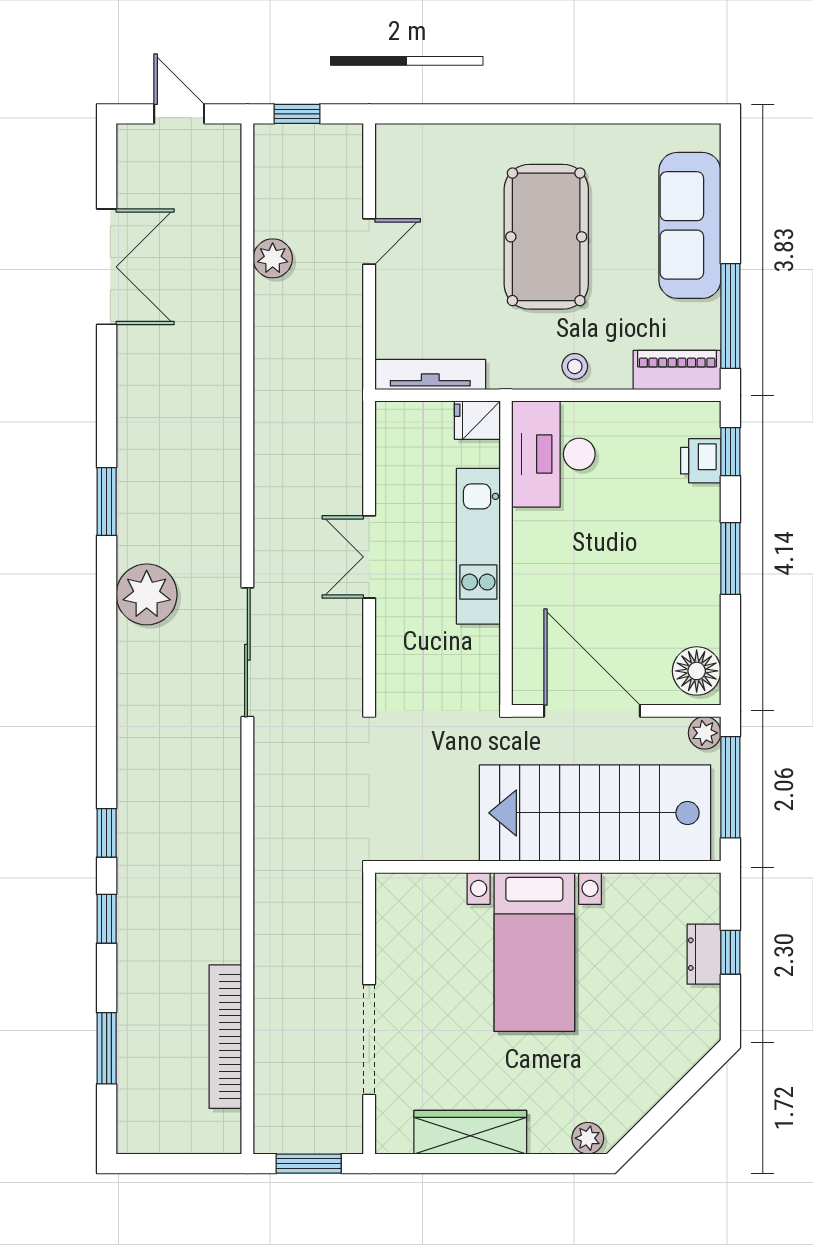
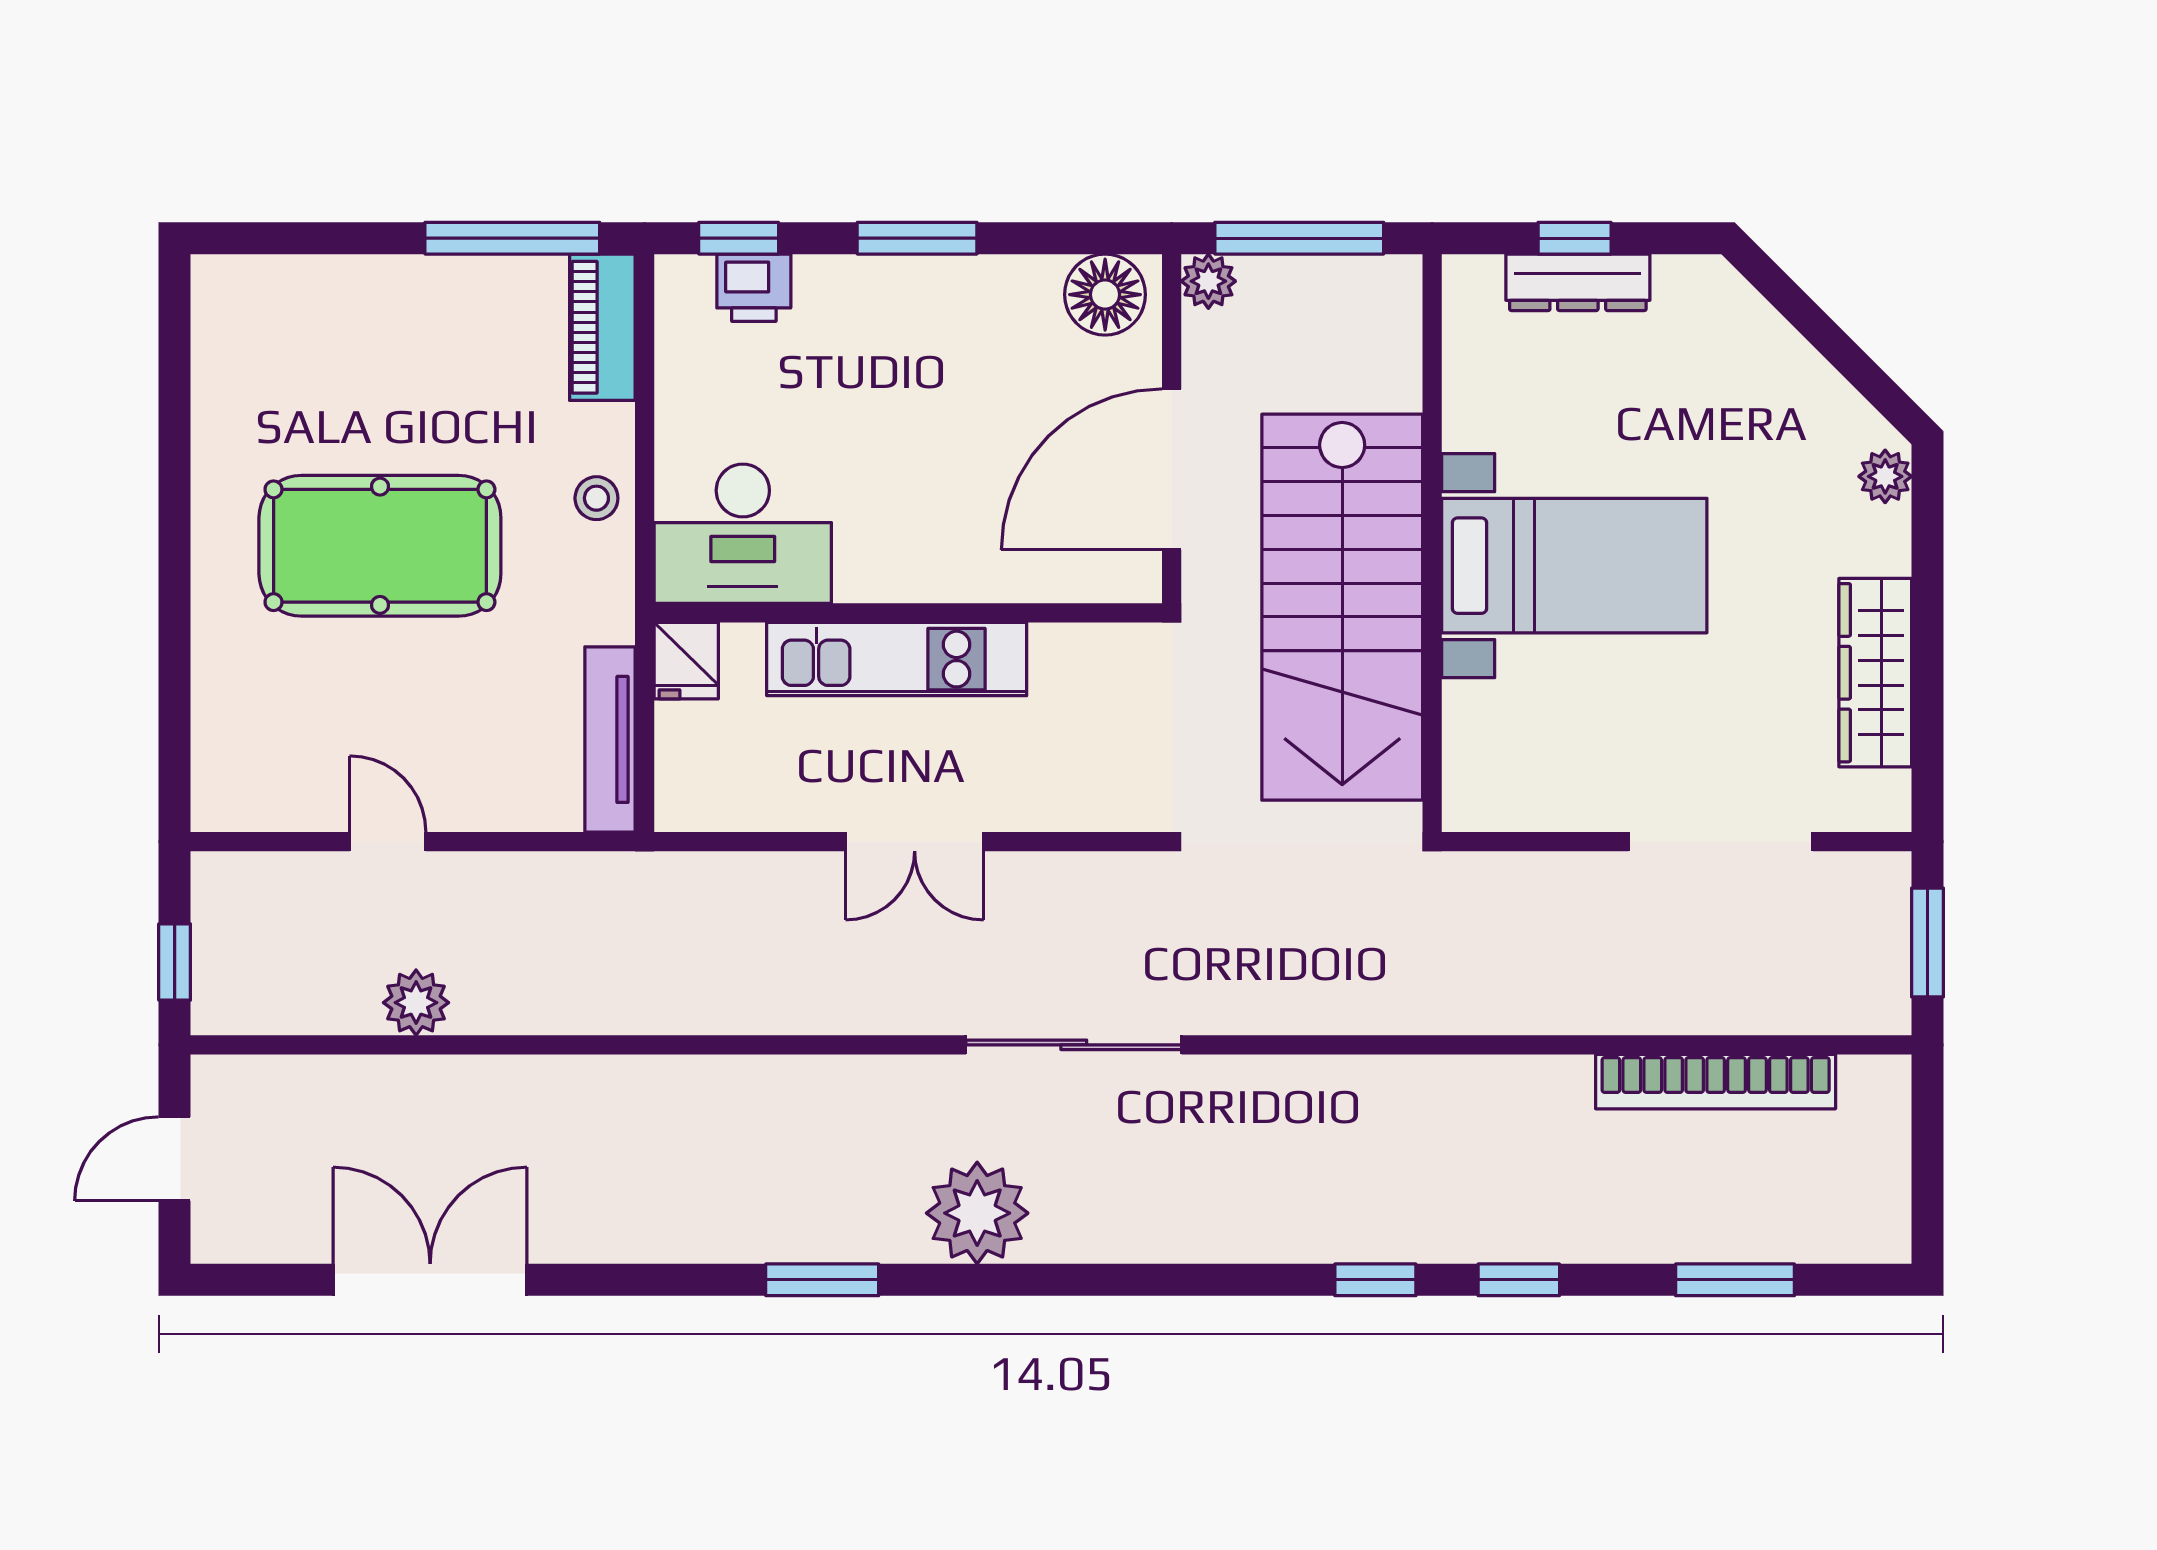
sofa: (690, 225) -> (361, 306), removed
stairs: (595, 813) -> (1342, 607), moved
dresser: (704, 954) -> (1578, 282), width x1.44

